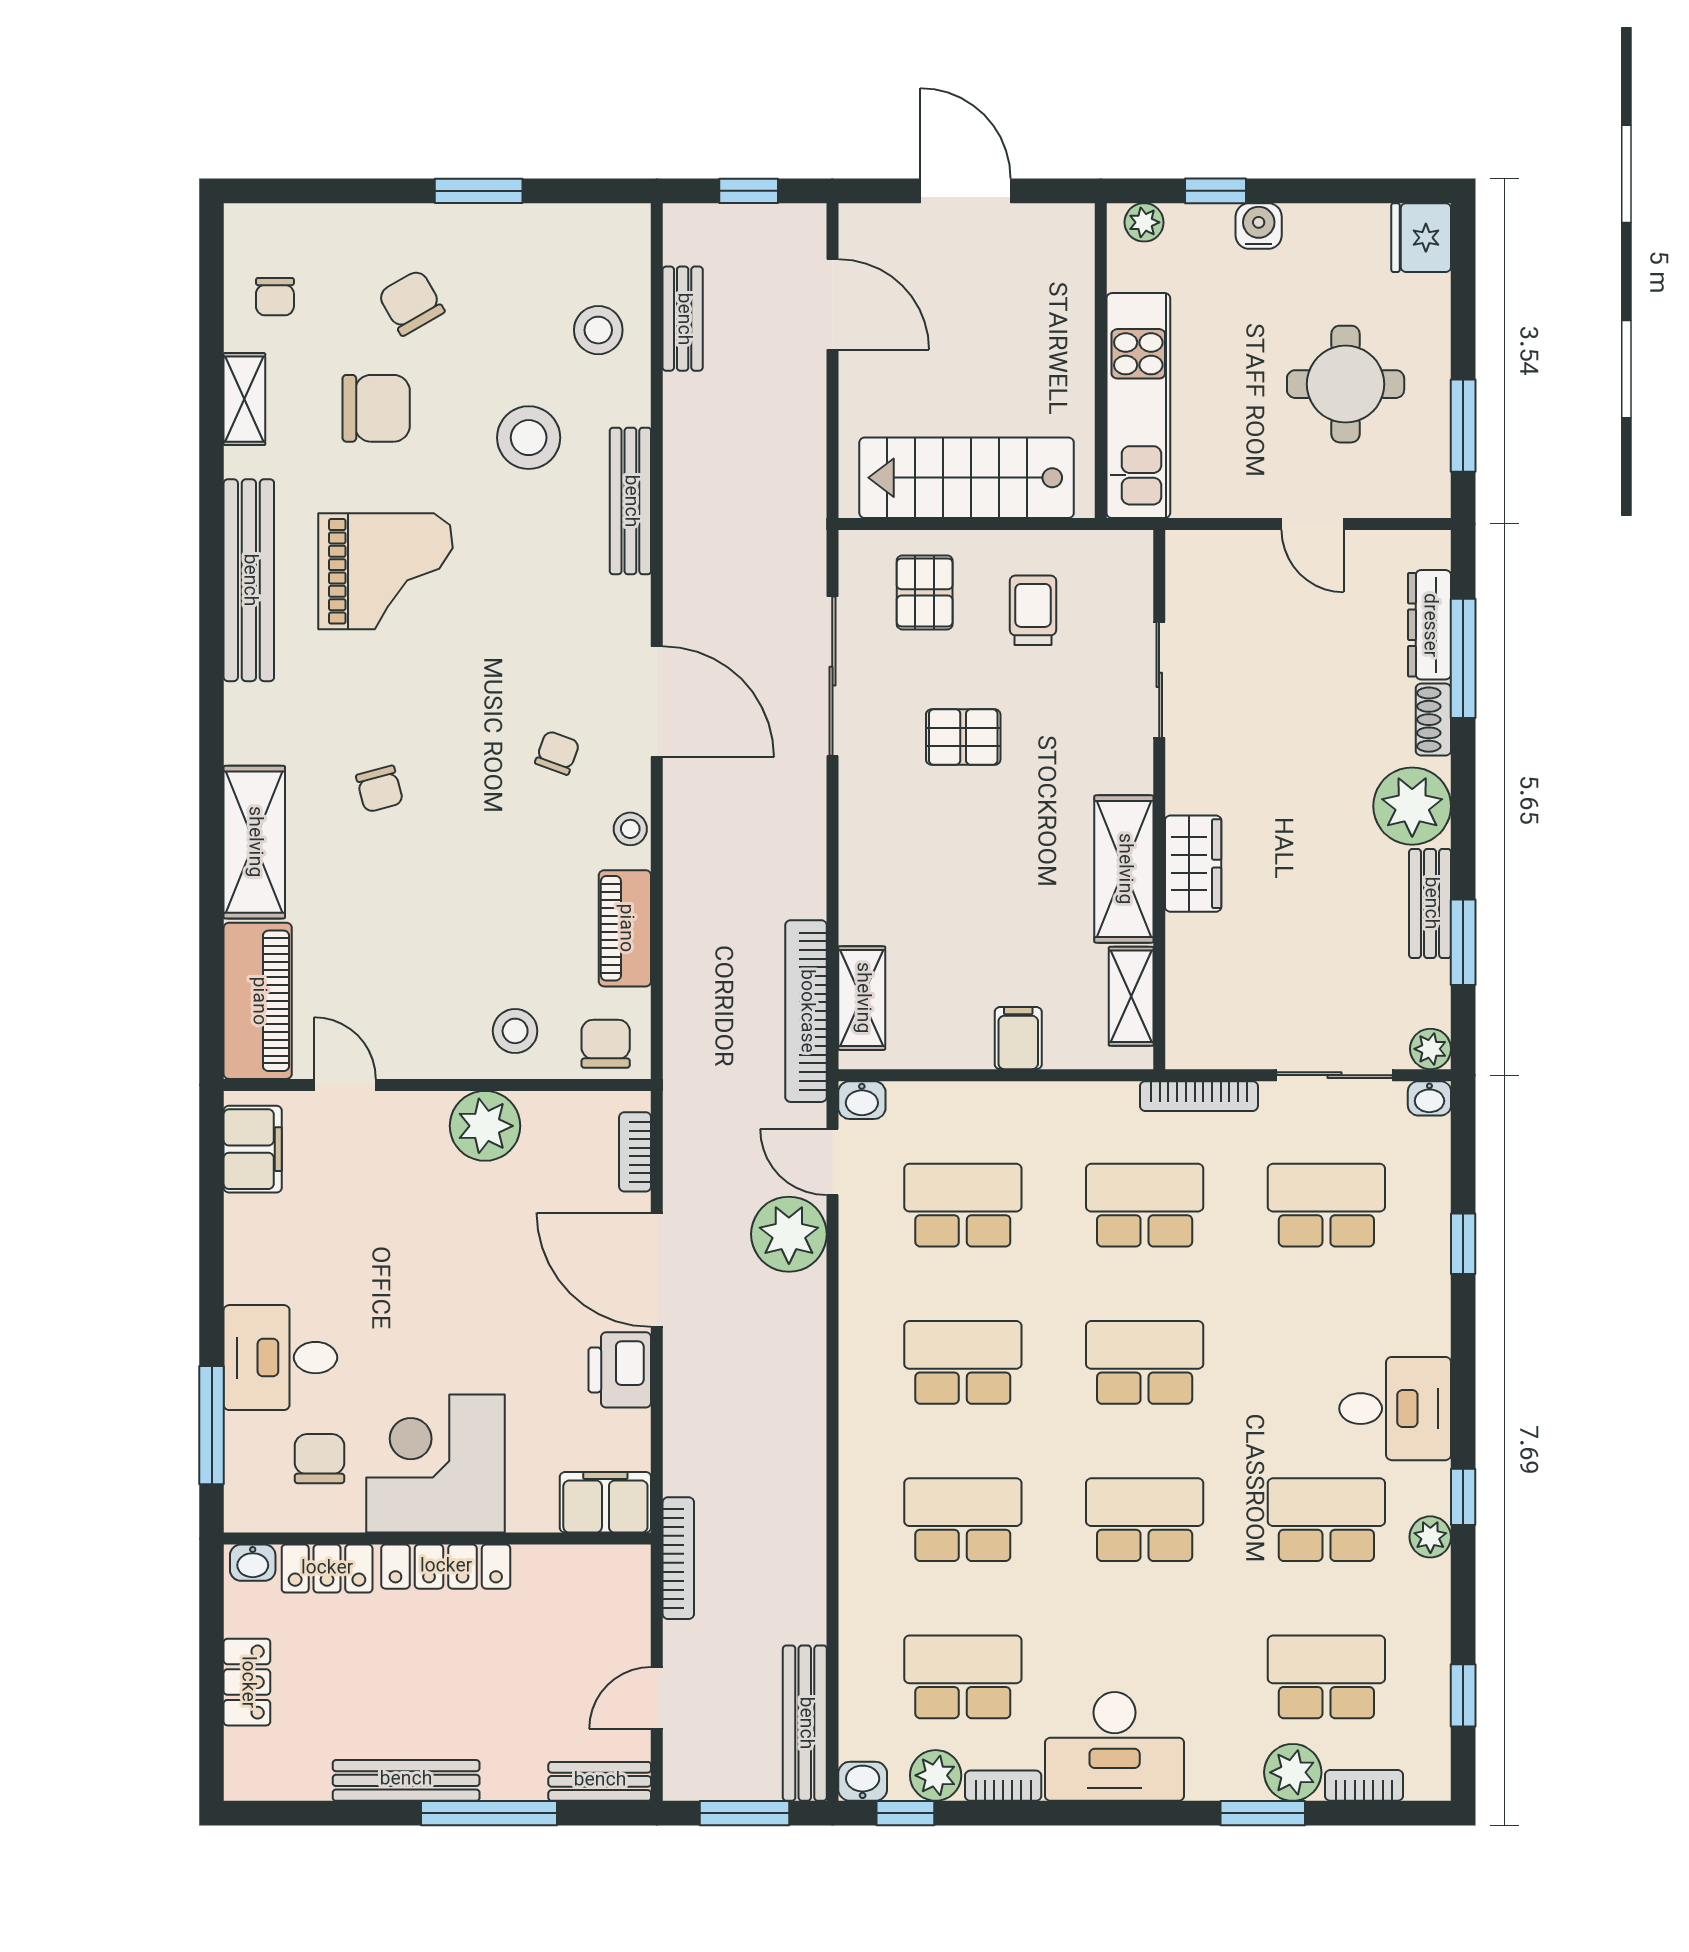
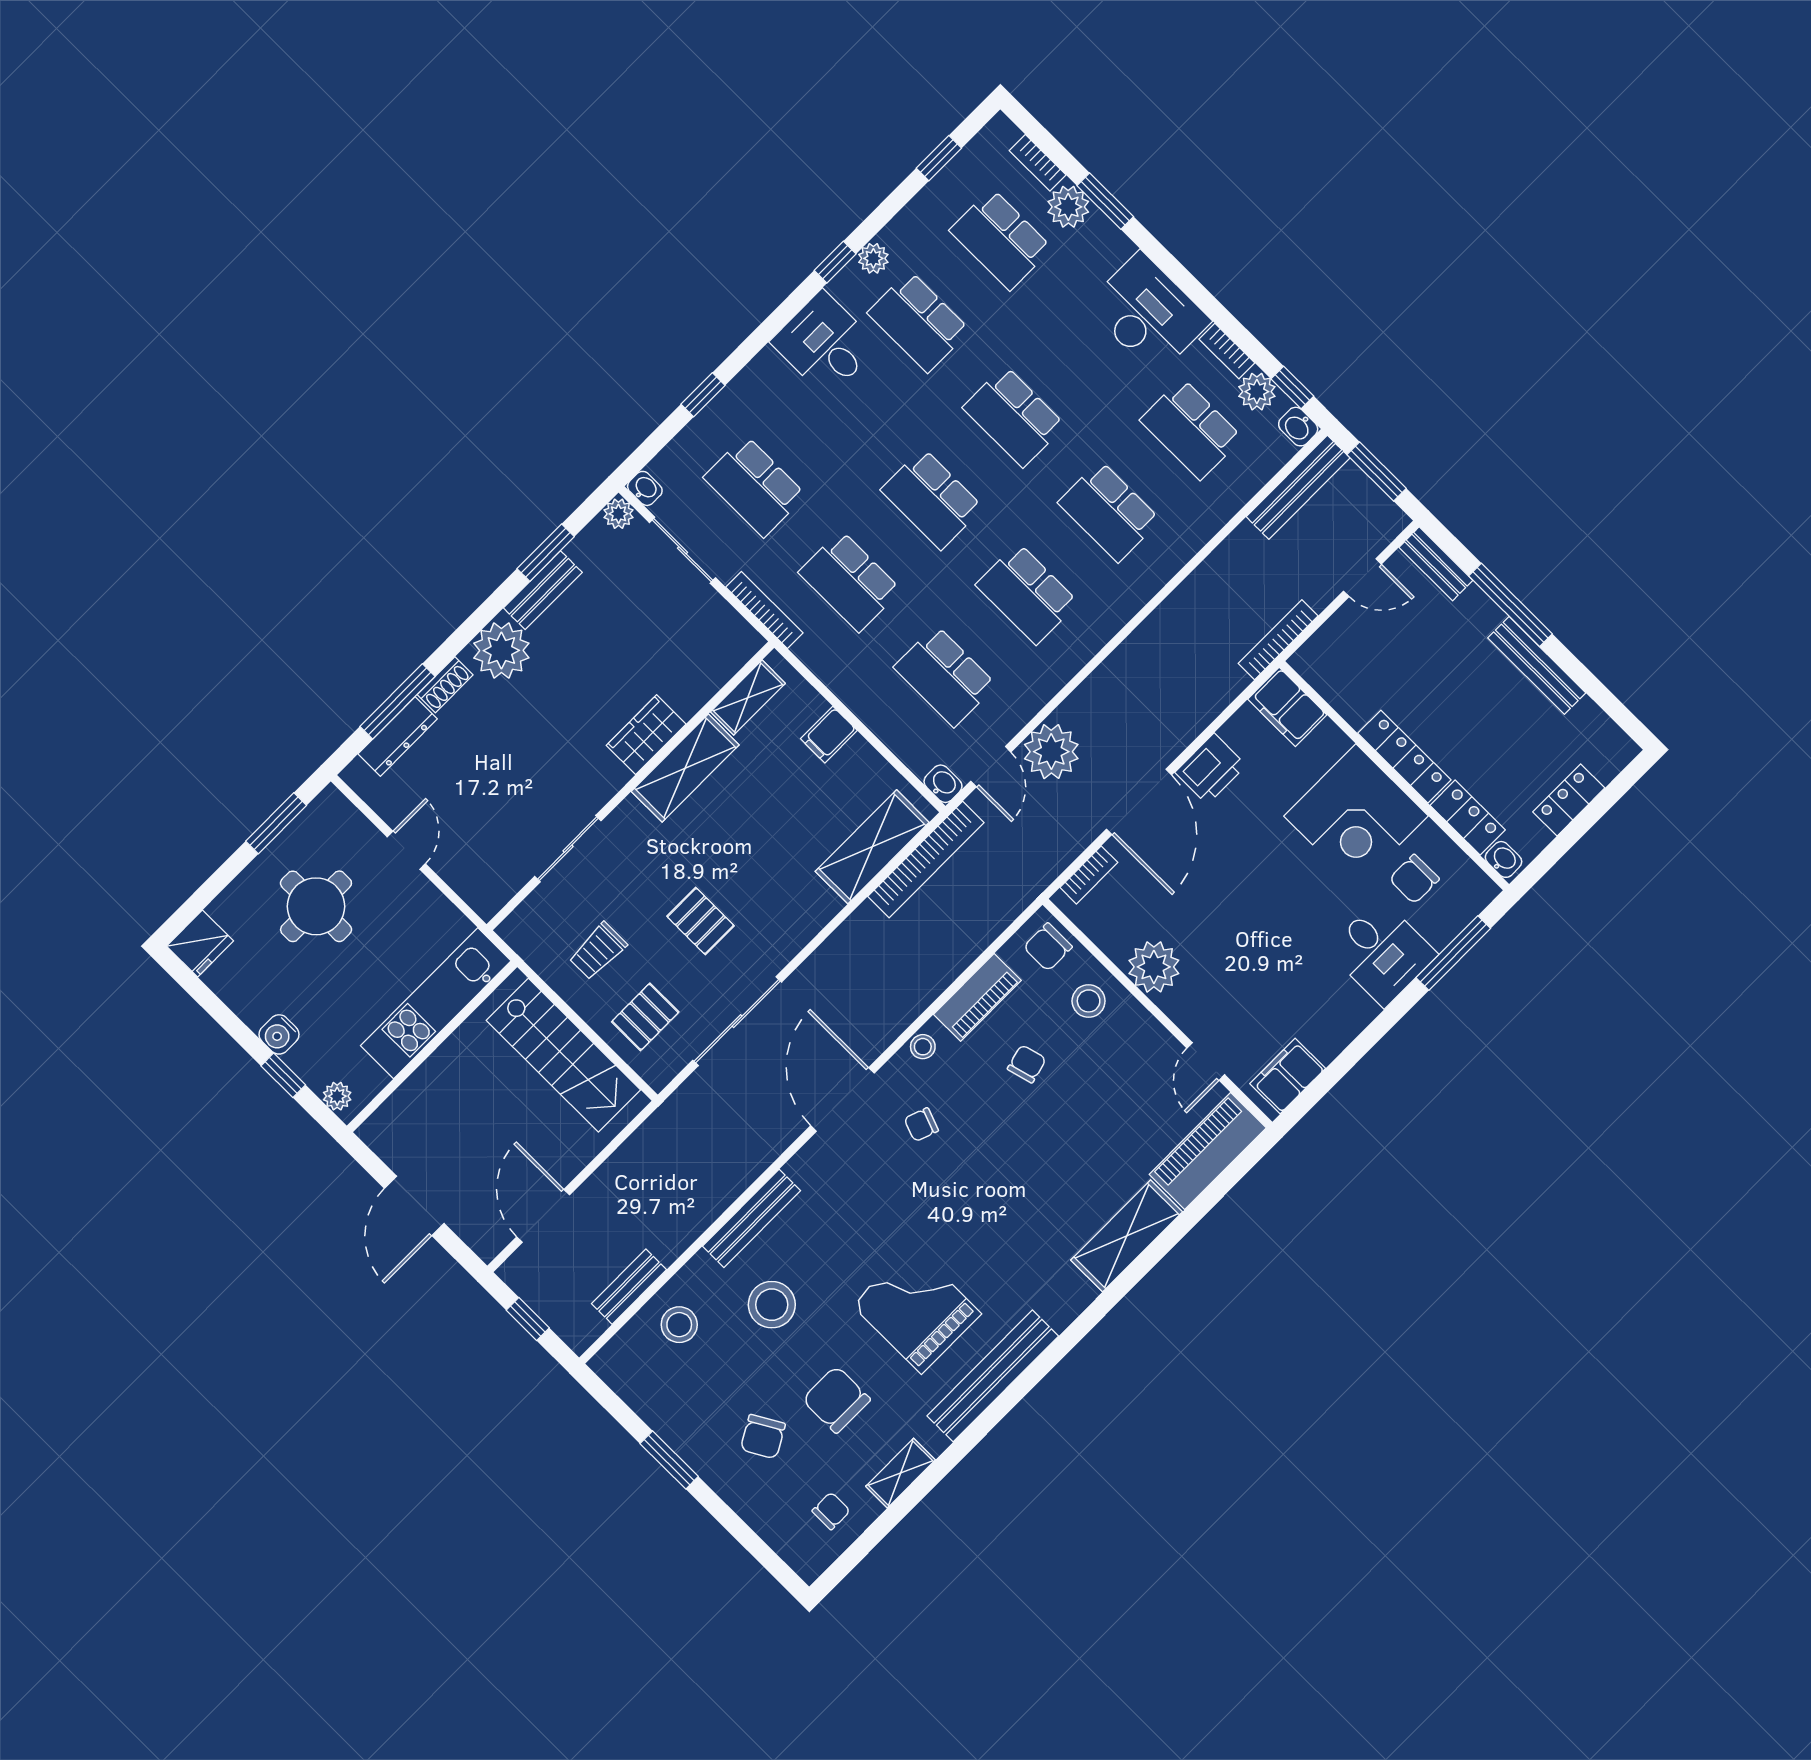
chair: (380, 789) -> (1027, 1064), moved
shelving: (862, 998) -> (872, 847), width x1.50, depth x1.33

